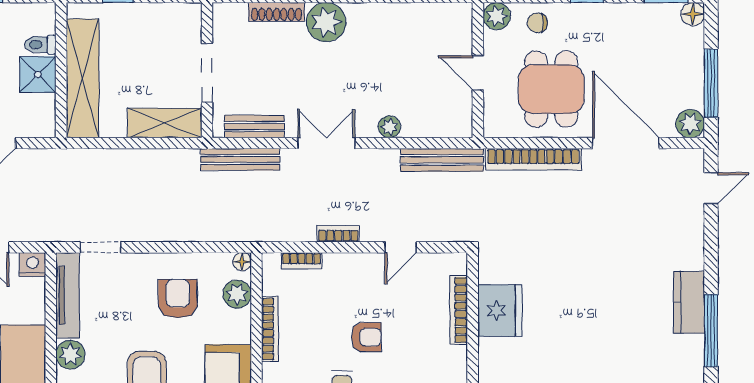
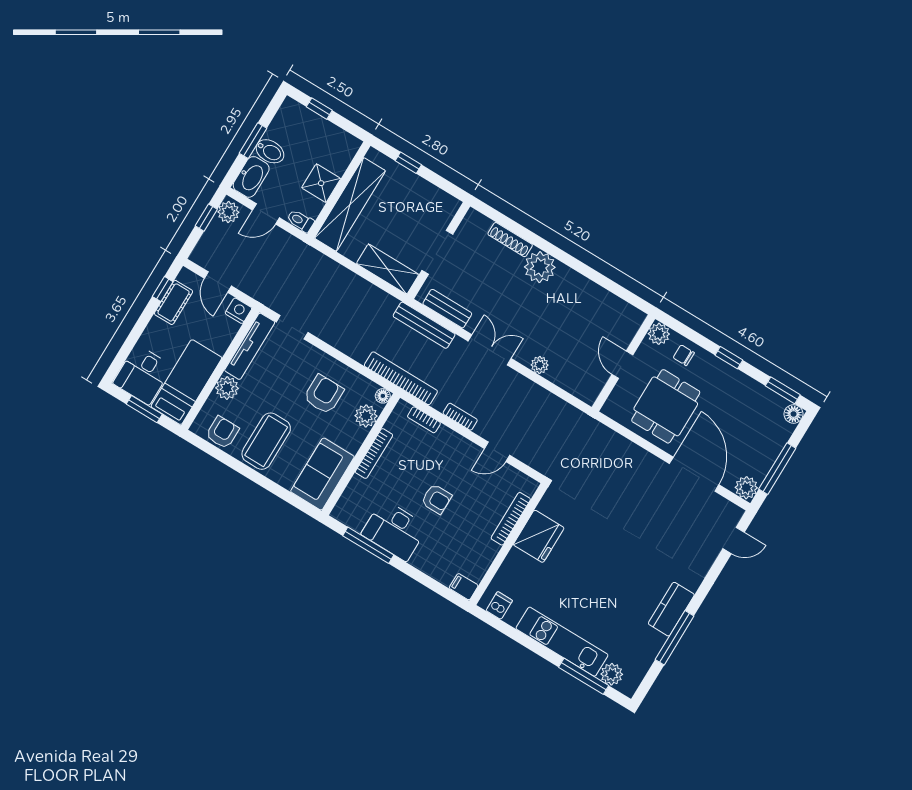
toilet: (40, 45) -> (300, 221), moved
bookcase: (533, 159) -> (401, 378), moved, turned 180
bench: (442, 160) -> (562, 409), removed

